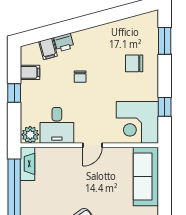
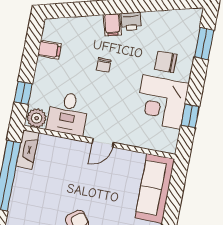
printer: (64, 43) -> (131, 21), moved
filing cabinet: (48, 49) -> (112, 25), moved
window: (14, 93) -> (23, 93), moved
corner desk: (137, 122) -> (162, 102), moved

